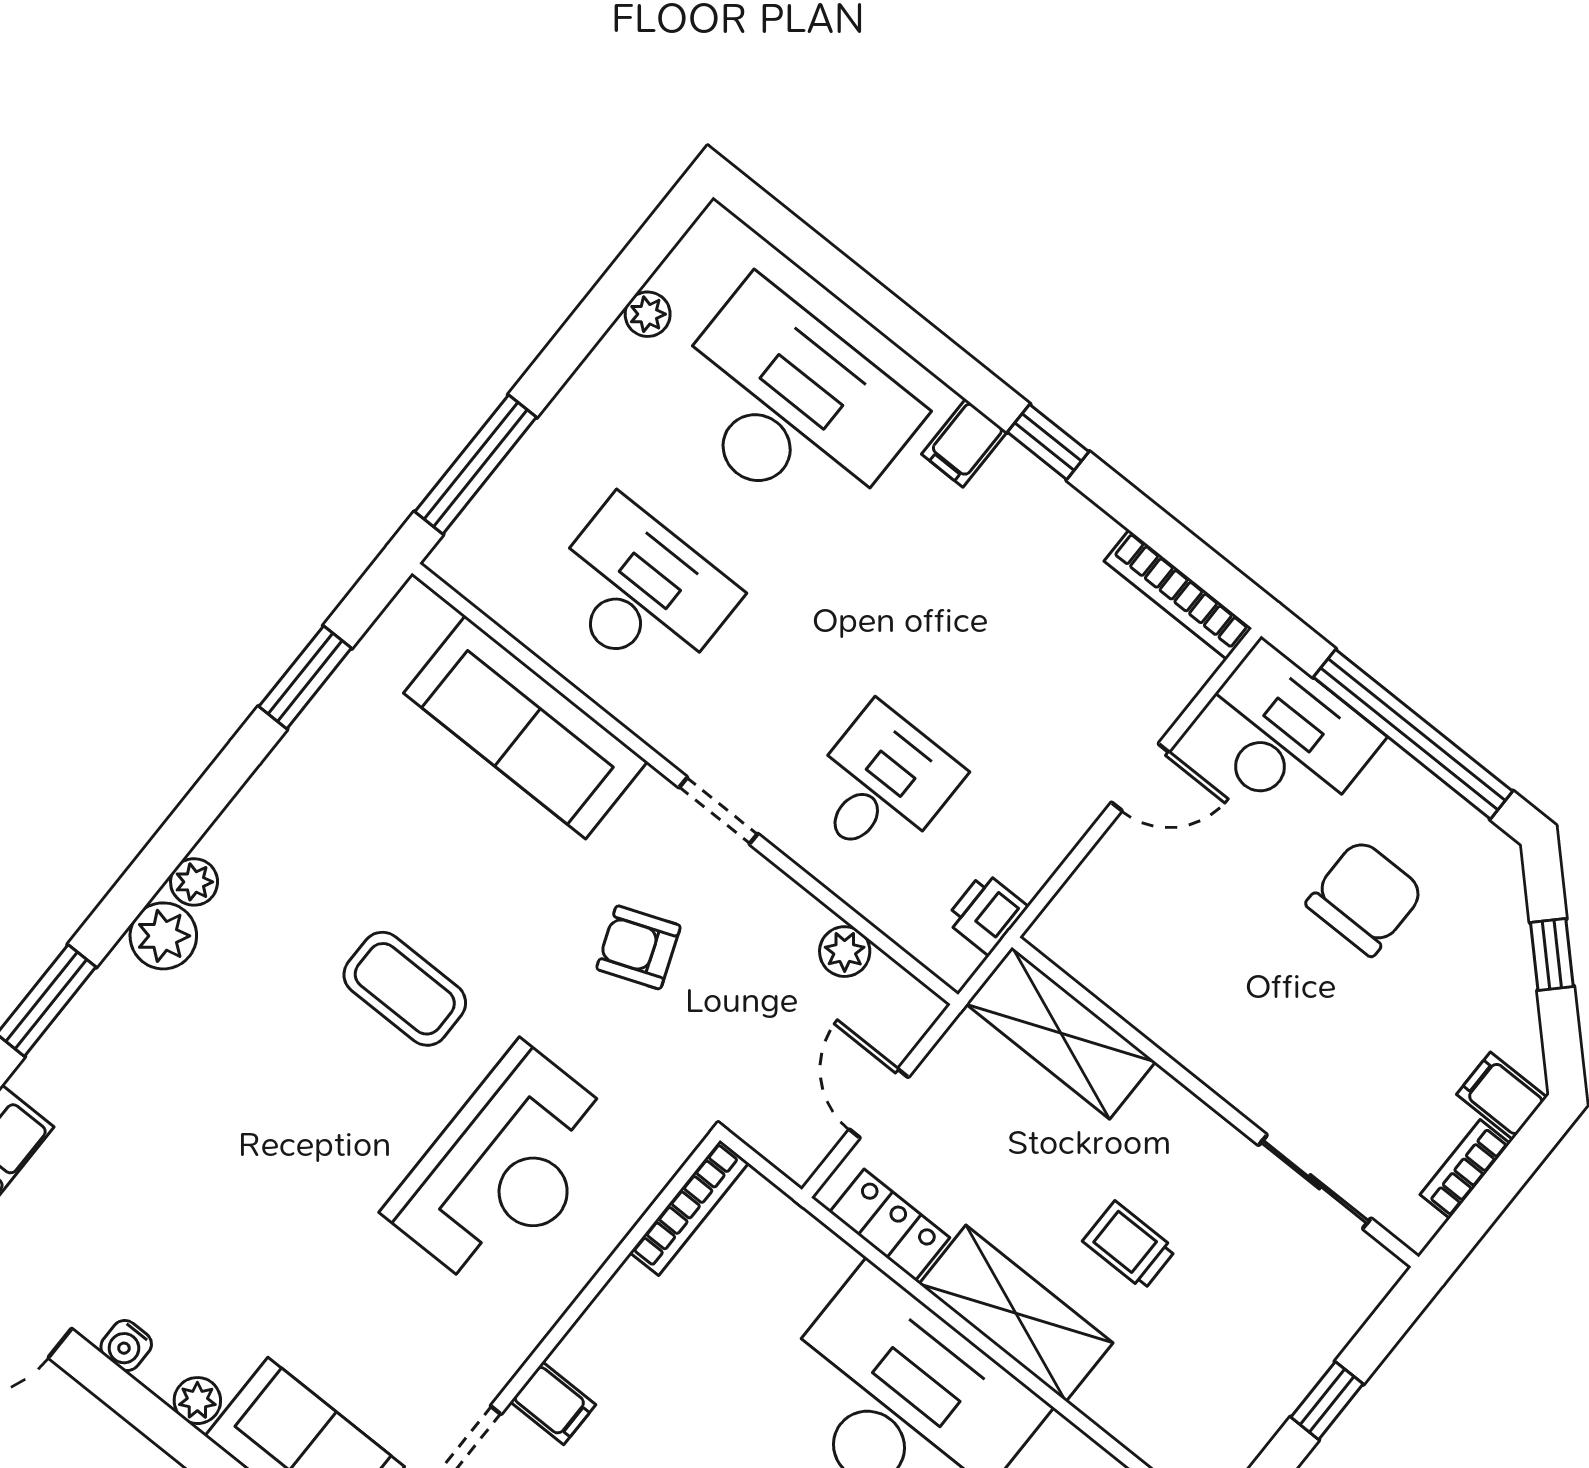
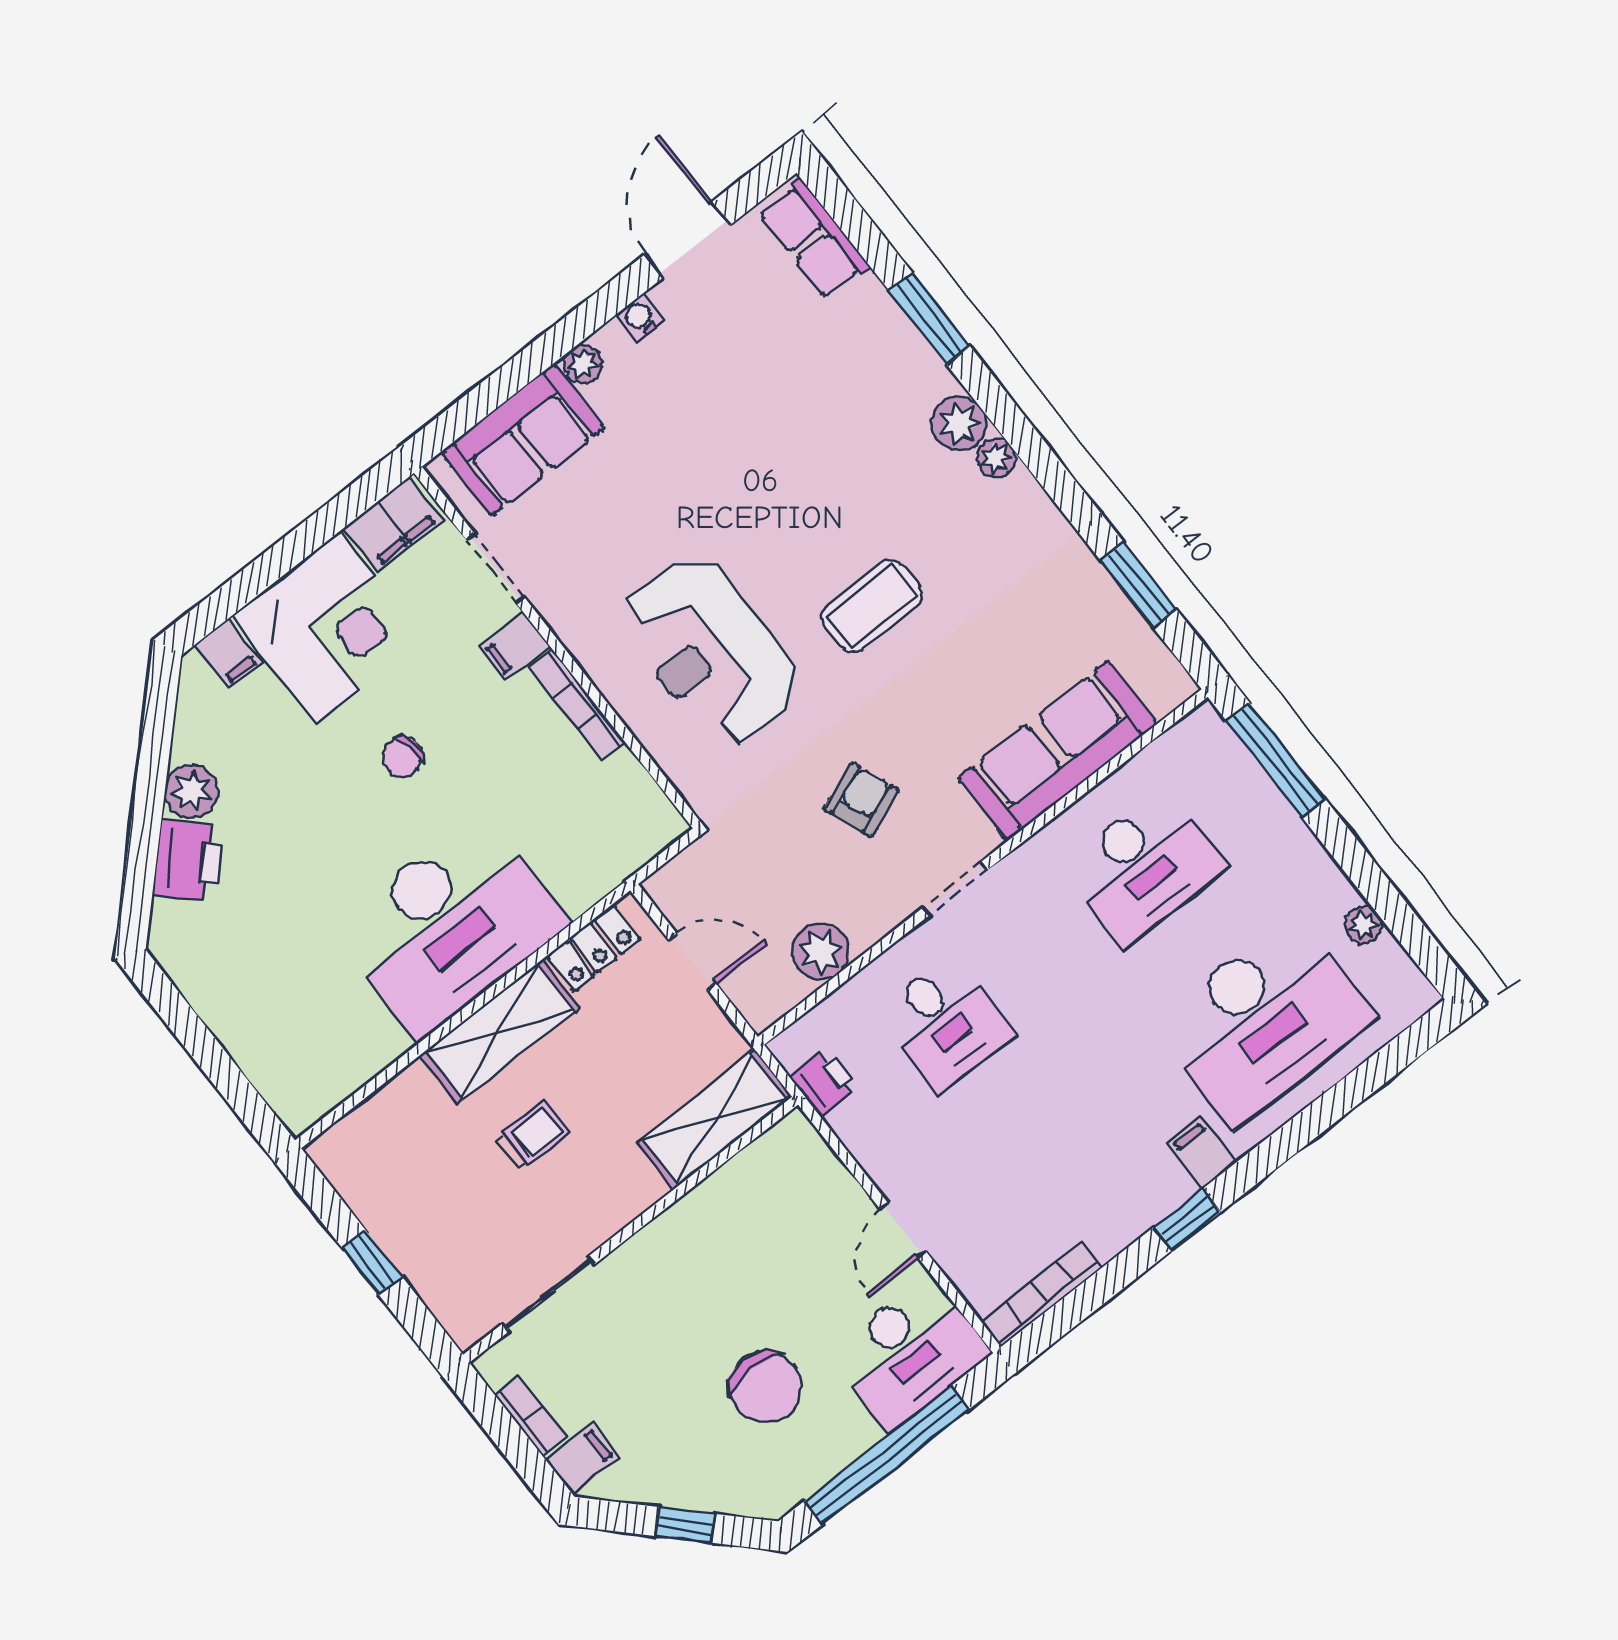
plant: (845, 952) -> (821, 952), width x1.38, depth x1.38
bookcase: (689, 1208) -> (577, 705), moved

